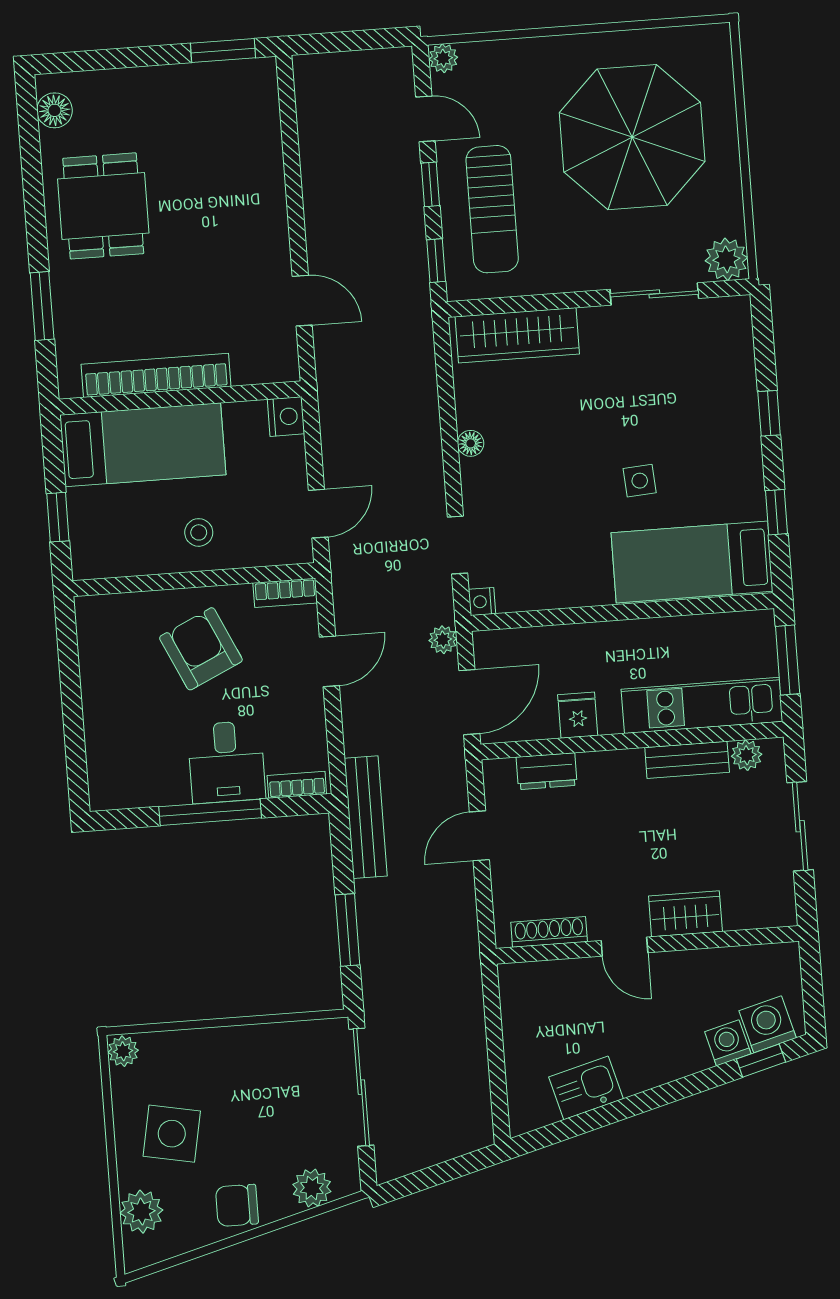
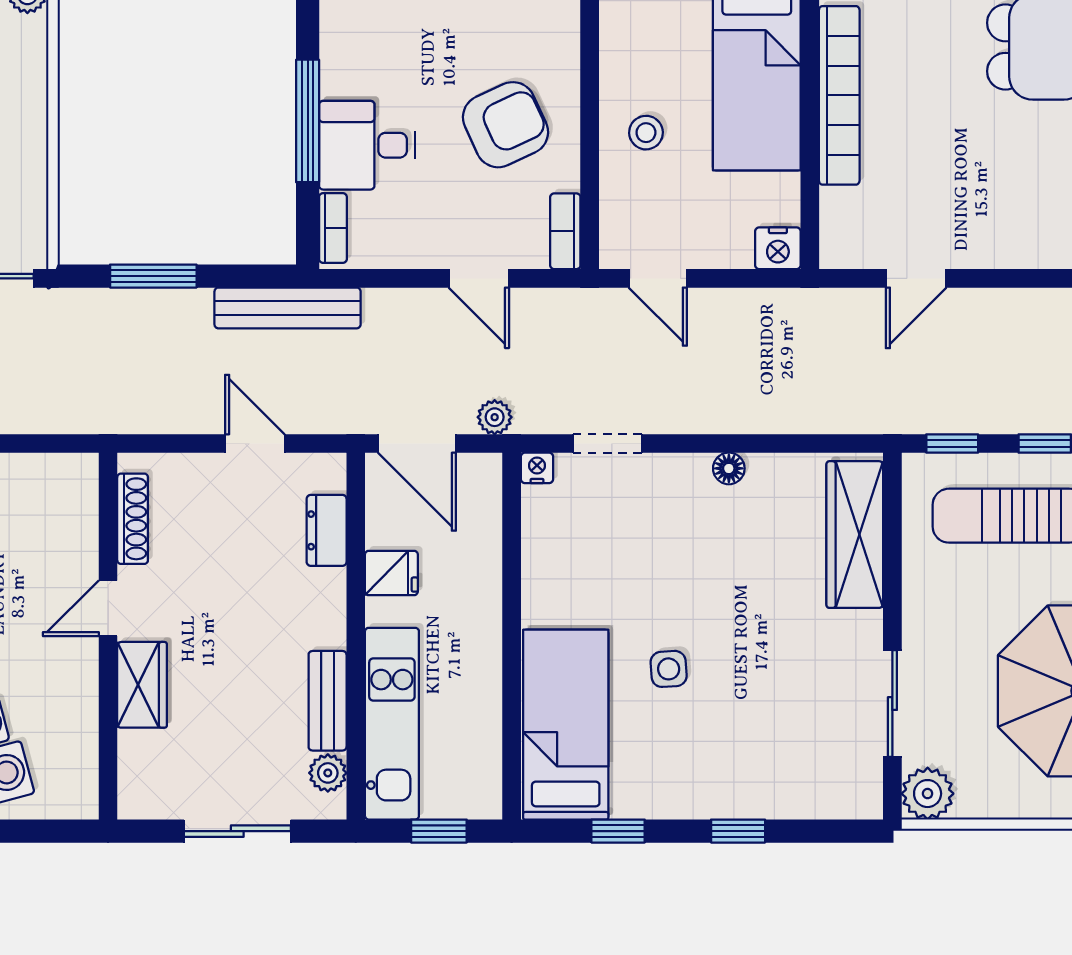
window: (788, 660) -> (439, 831), width x0.67

